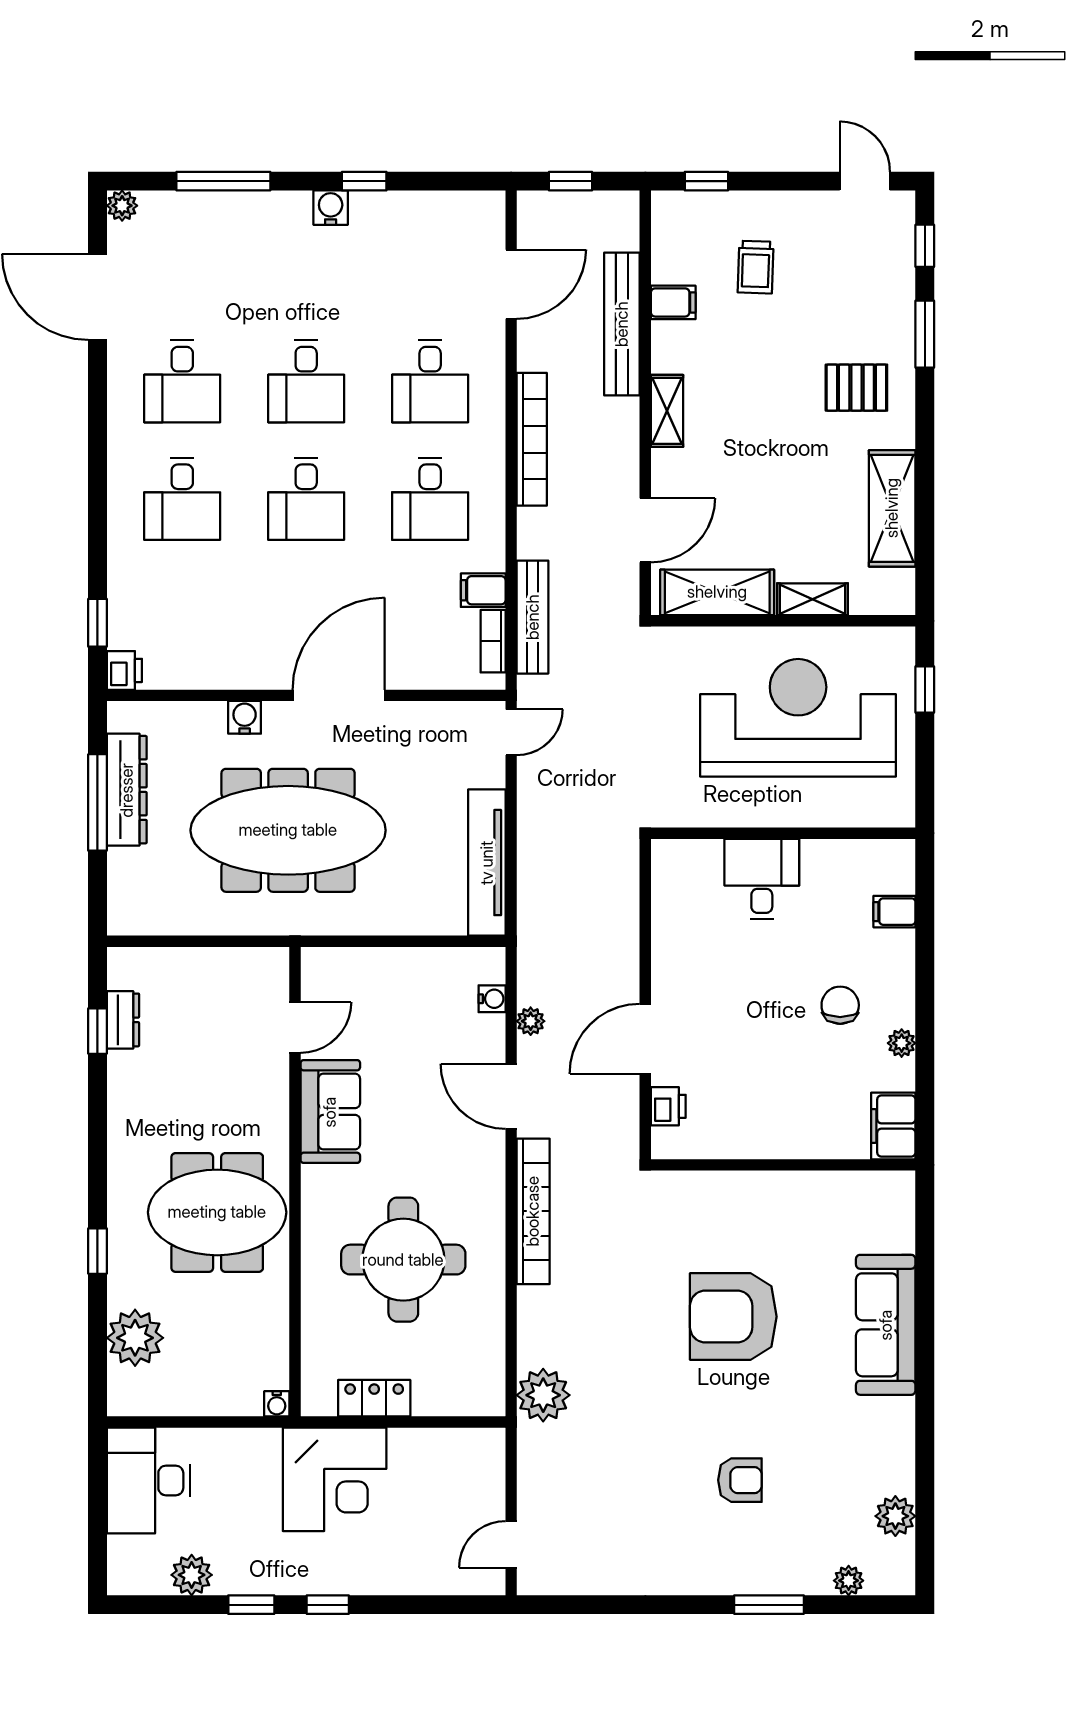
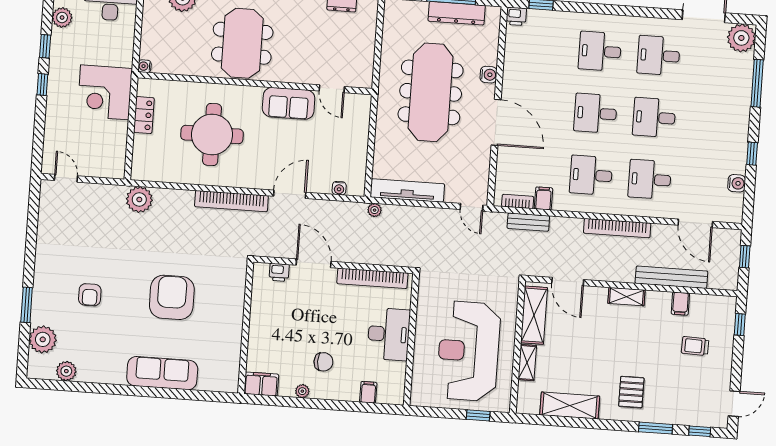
plant: (122, 206) -> (741, 38), width x1.88, depth x1.88
water cooler: (331, 208) -> (737, 183), moved
bench: (533, 617) -> (528, 222), width x0.73
reception desk: (798, 718) -> (469, 351), turned 180
desk: (762, 879) -> (389, 334), width x1.37
bookcase: (667, 920) -> (372, 278), added
plant: (531, 1021) -> (375, 210), moved
plant: (849, 1581) -> (43, 339), width x1.88, depth x1.88

